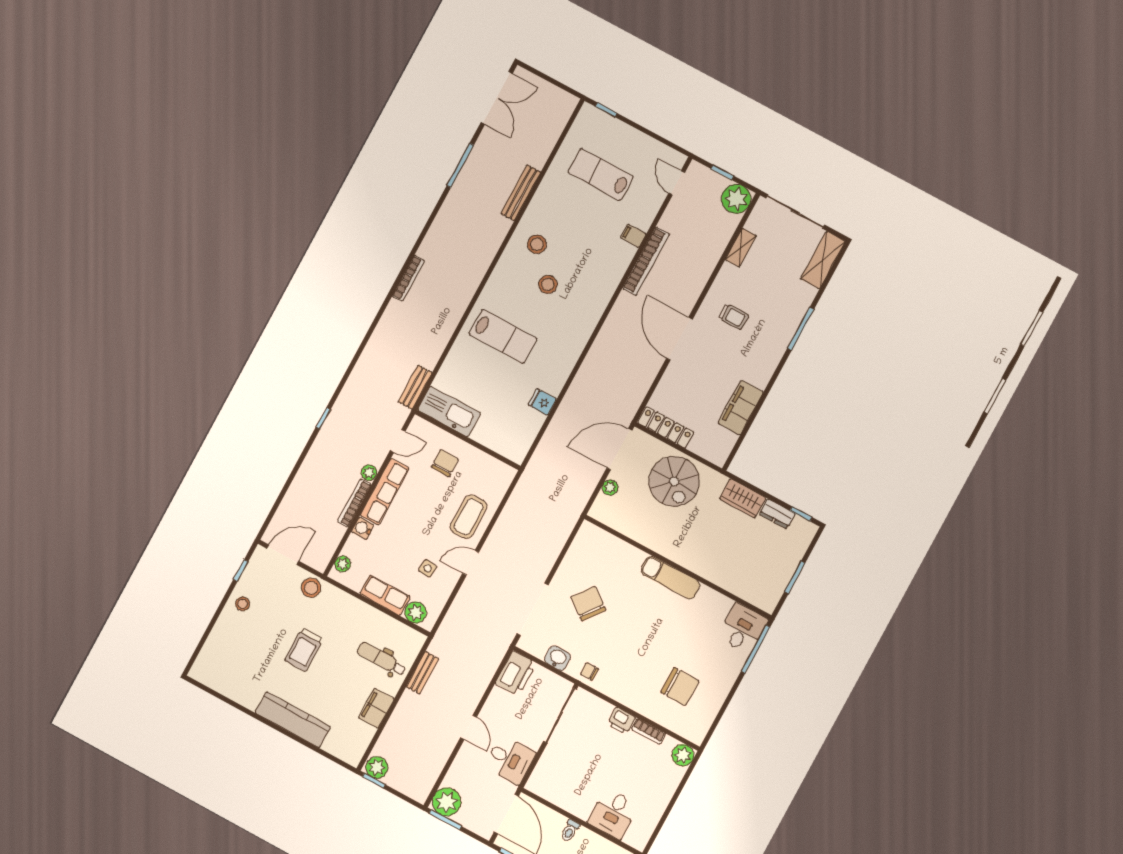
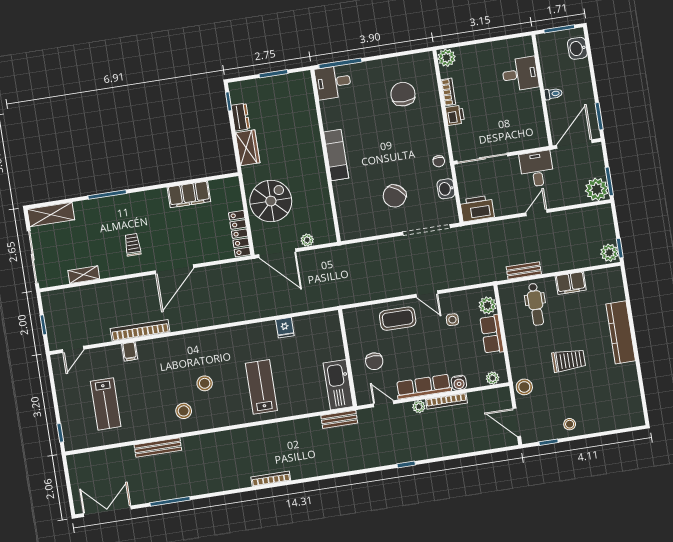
plant: (736, 199) -> (54, 302), removed
chair: (445, 463) -> (374, 361), turned -90

